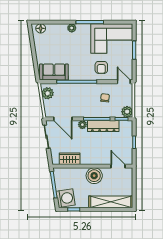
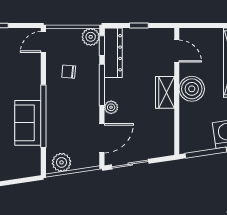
armchair: (101, 67) -> (21, 77), removed
sofa: (54, 72) -> (28, 123), moved
dresser: (103, 126) -> (113, 53), moved
wardrobe: (70, 159) -> (165, 92), moved
door: (118, 166) -> (177, 51), swing flipped

